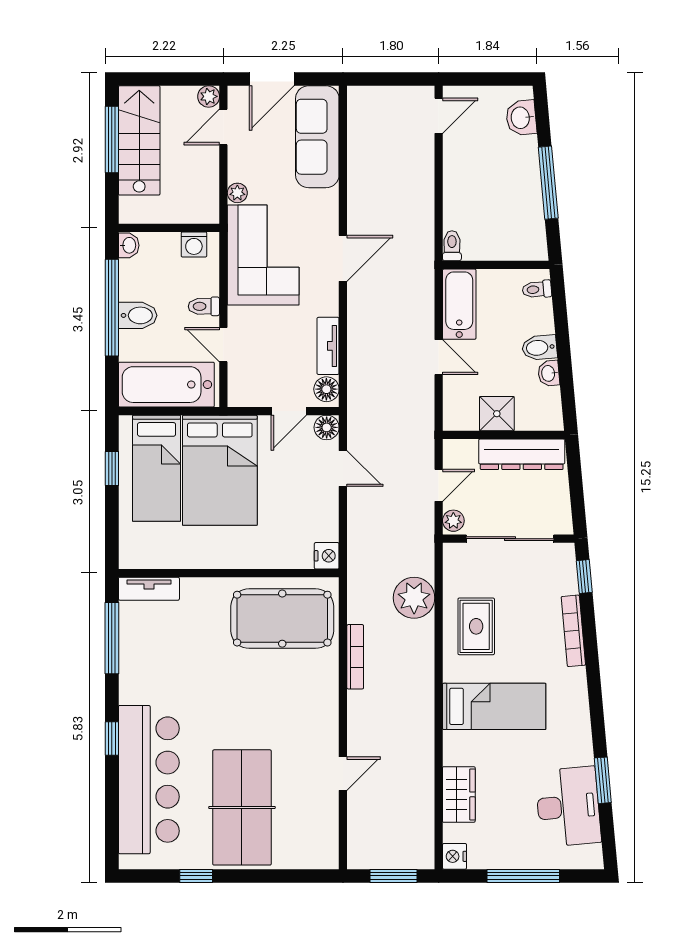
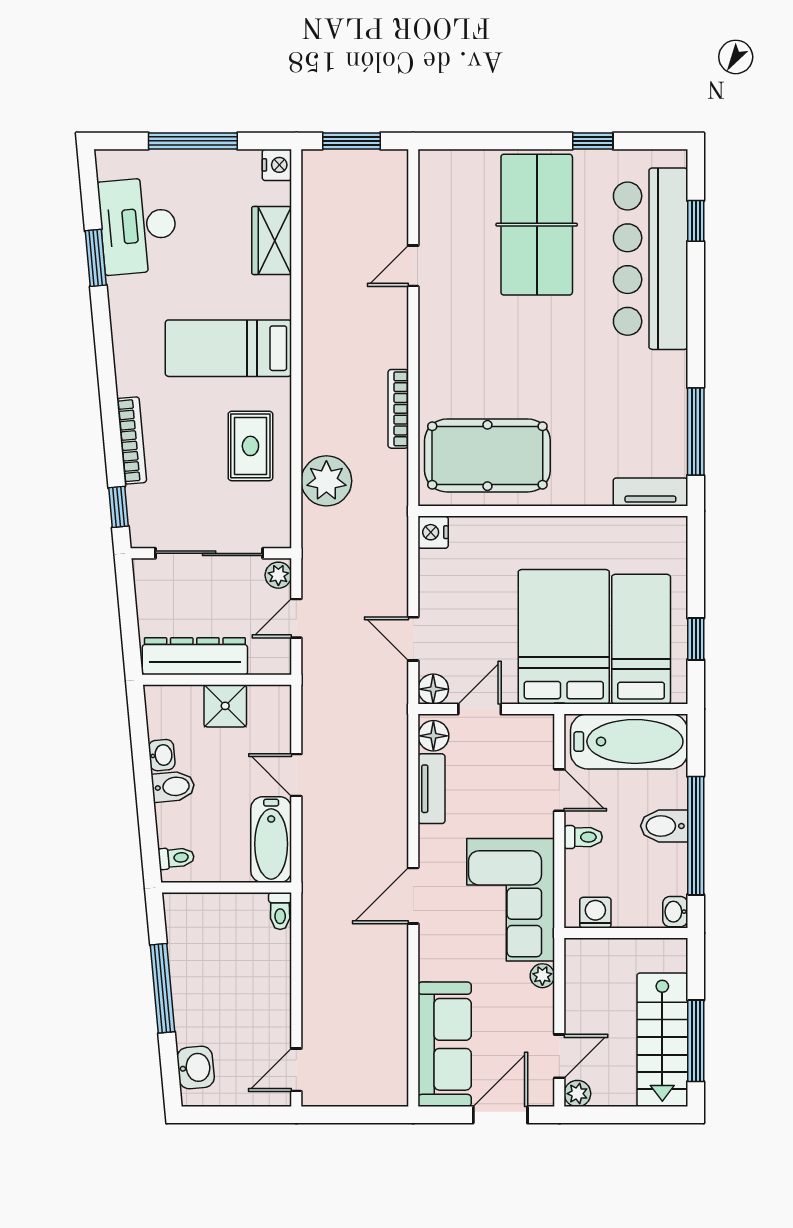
window: (112, 739) -> (696, 221), moved

